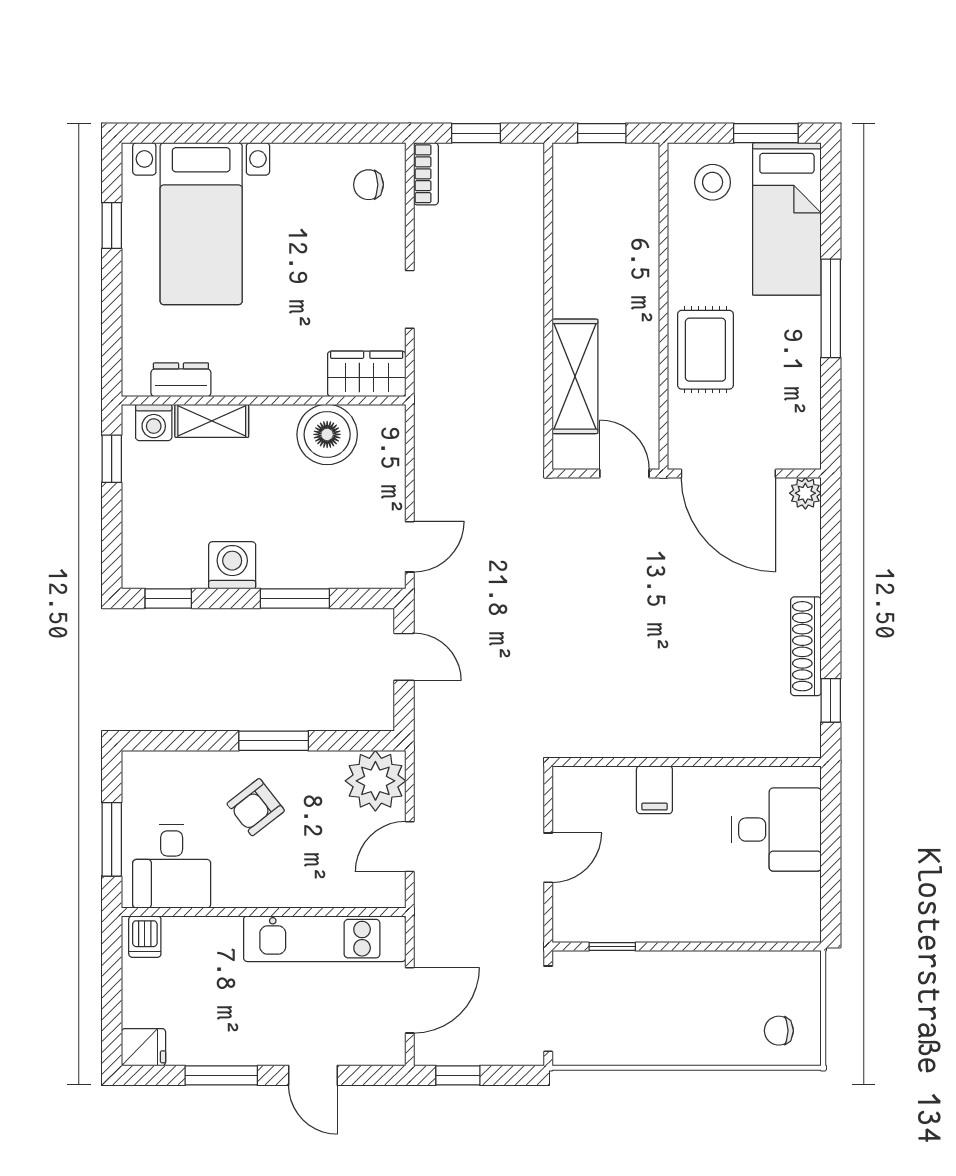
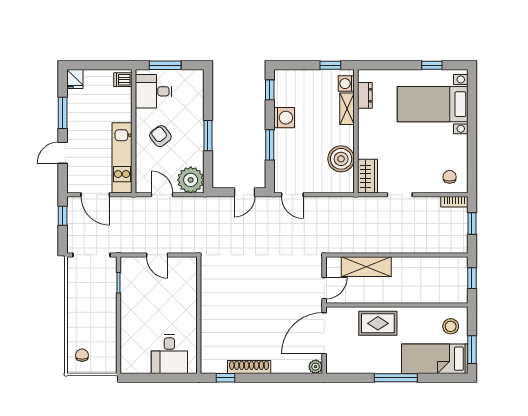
filing cabinet: (654, 790) -> (187, 301), removed
armchair: (256, 807) -> (160, 136), moved

